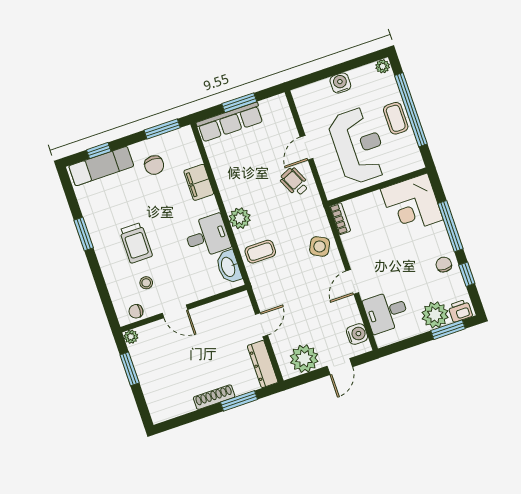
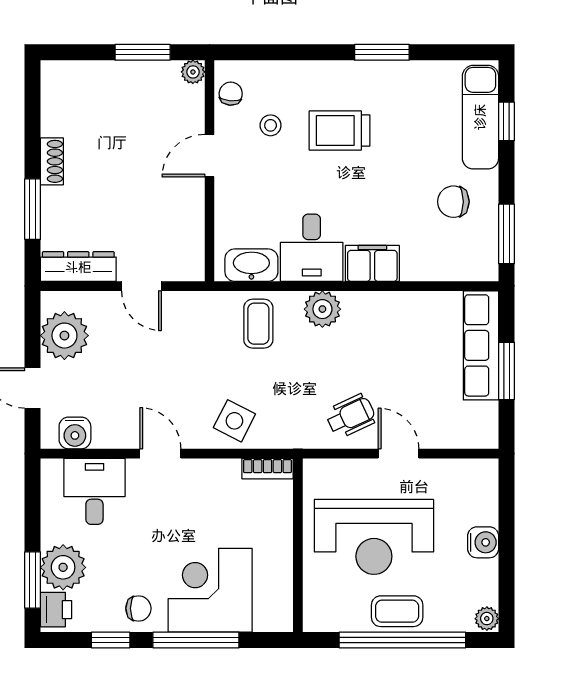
filing cabinet: (199, 182) -> (372, 263), moved
corner desk: (412, 204) -> (210, 590), moved
shoe rack: (214, 397) -> (52, 161), width x0.70

